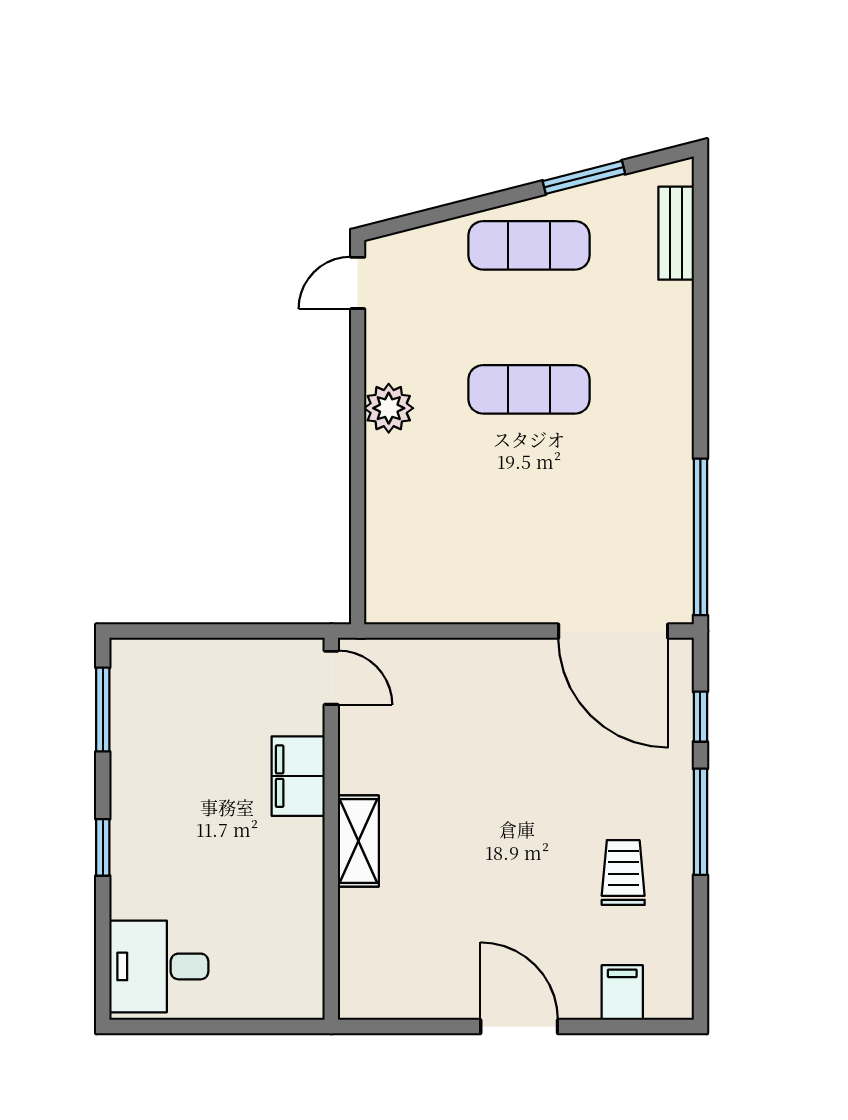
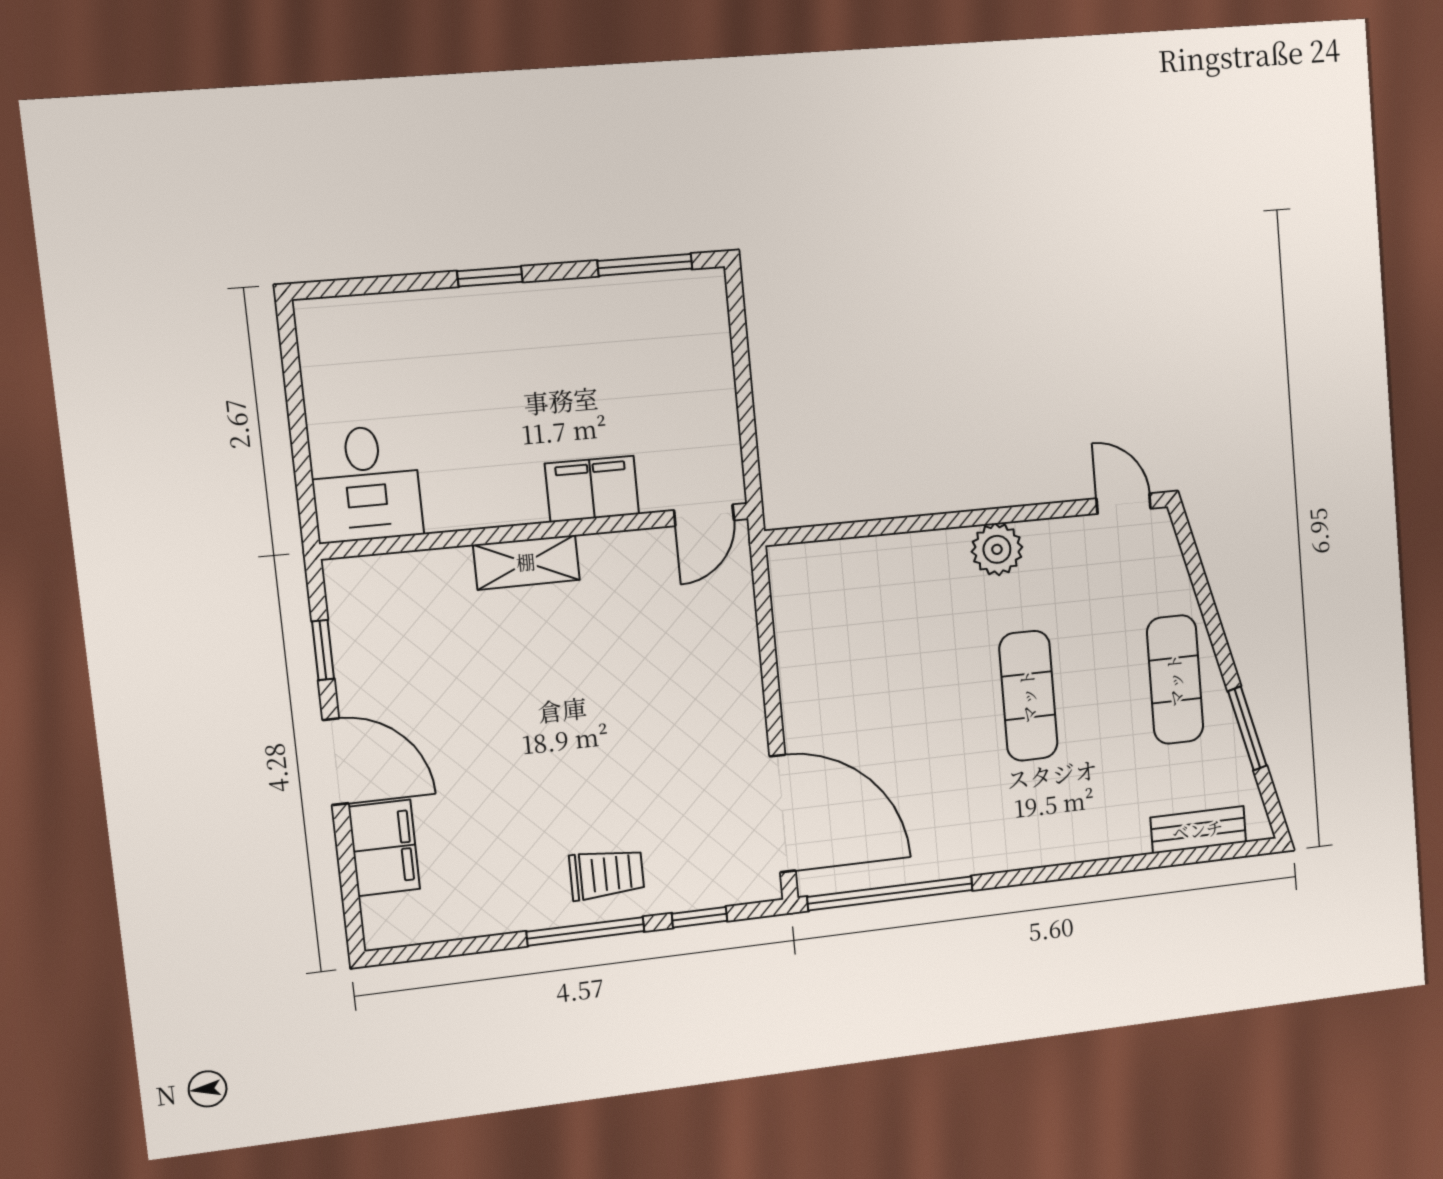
door: (613, 631) -> (783, 814), swing flipped
trolley: (623, 873) -> (607, 874), moved
desk: (159, 966) -> (366, 484), moved, turned 180
filing cabinet: (622, 993) -> (384, 848), width x2.00
window: (418, 1027) -> (323, 650), added
door: (519, 1027) -> (335, 762), hinge flipped

